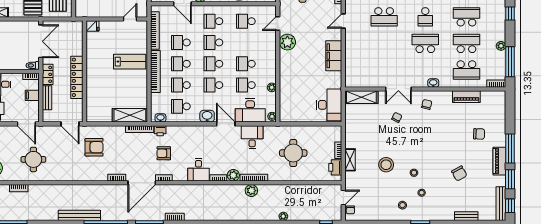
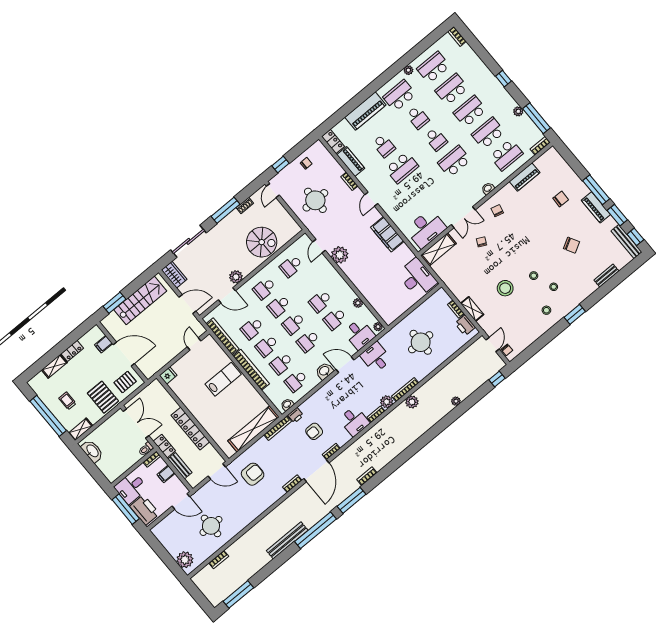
desk: (365, 75) -> (426, 229), added
desk: (250, 111) -> (359, 334), width x0.73
shelving: (130, 115) -> (253, 429), width x1.47

